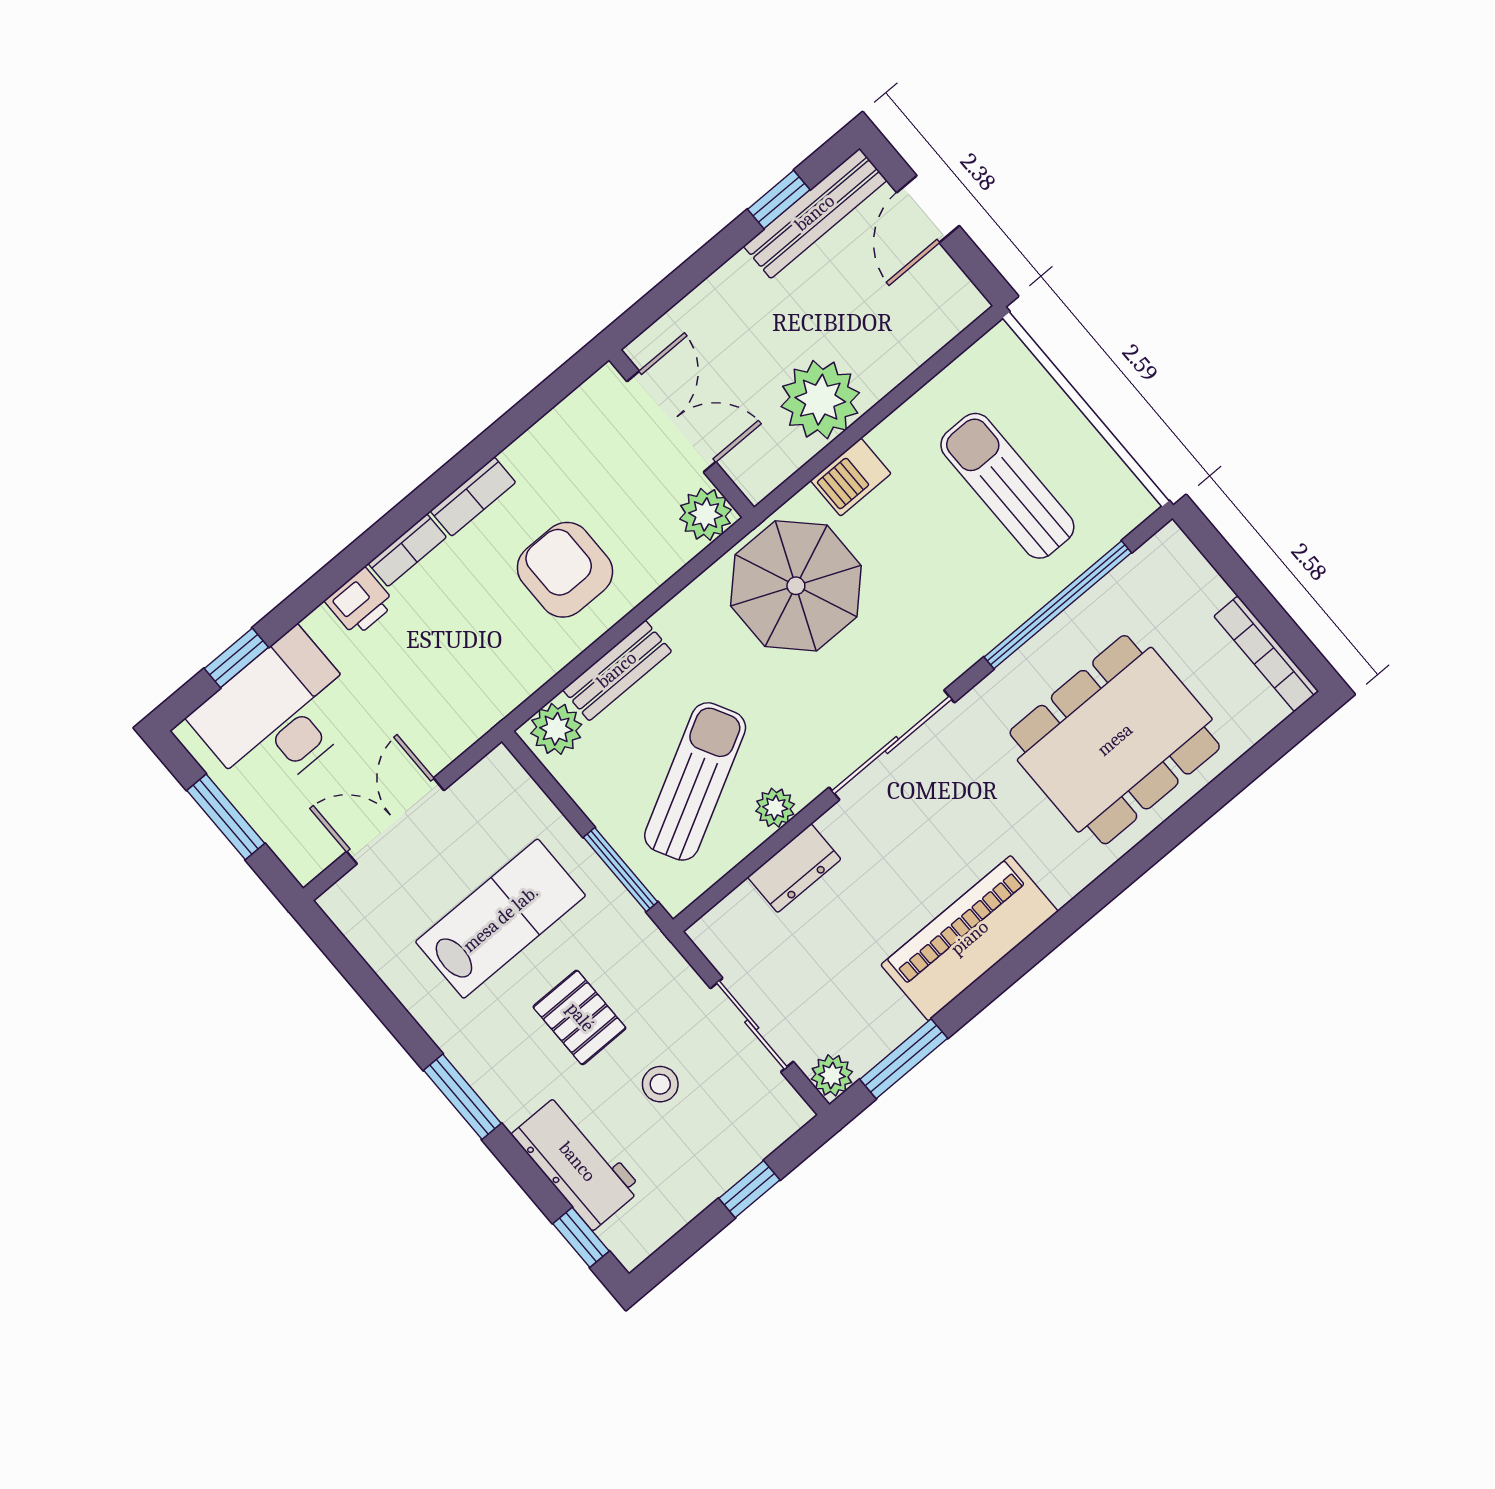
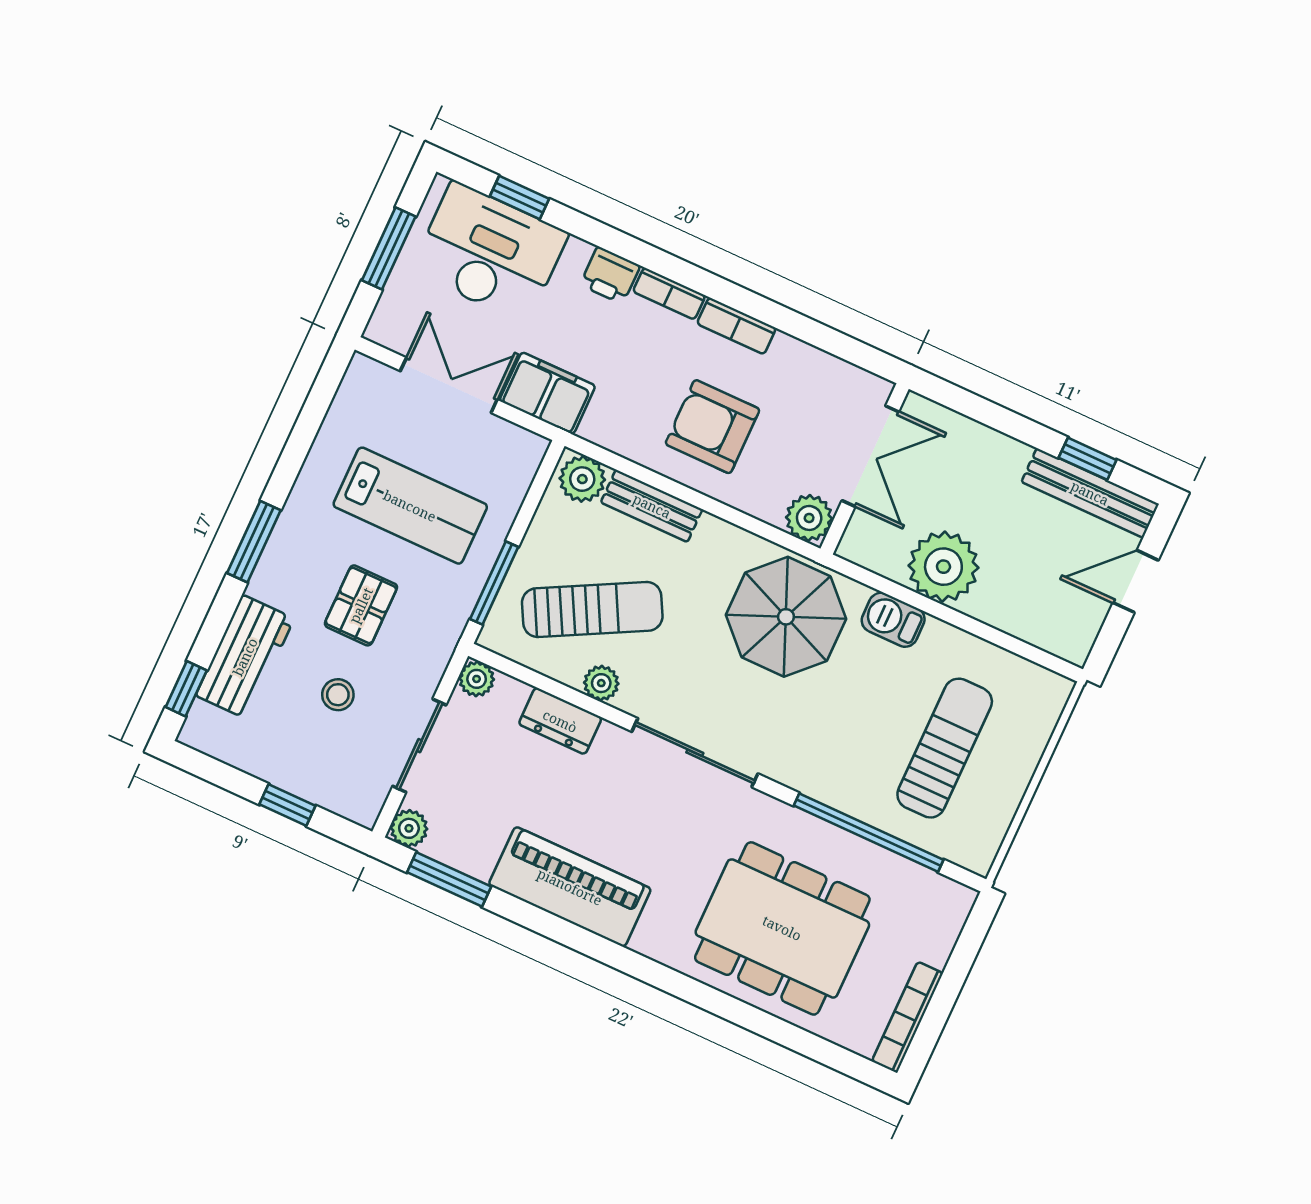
armchair: (565, 570) -> (712, 427), turned -90
filing cabinet: (451, 723) -> (547, 393), added
plant: (711, 934) -> (477, 679), added

